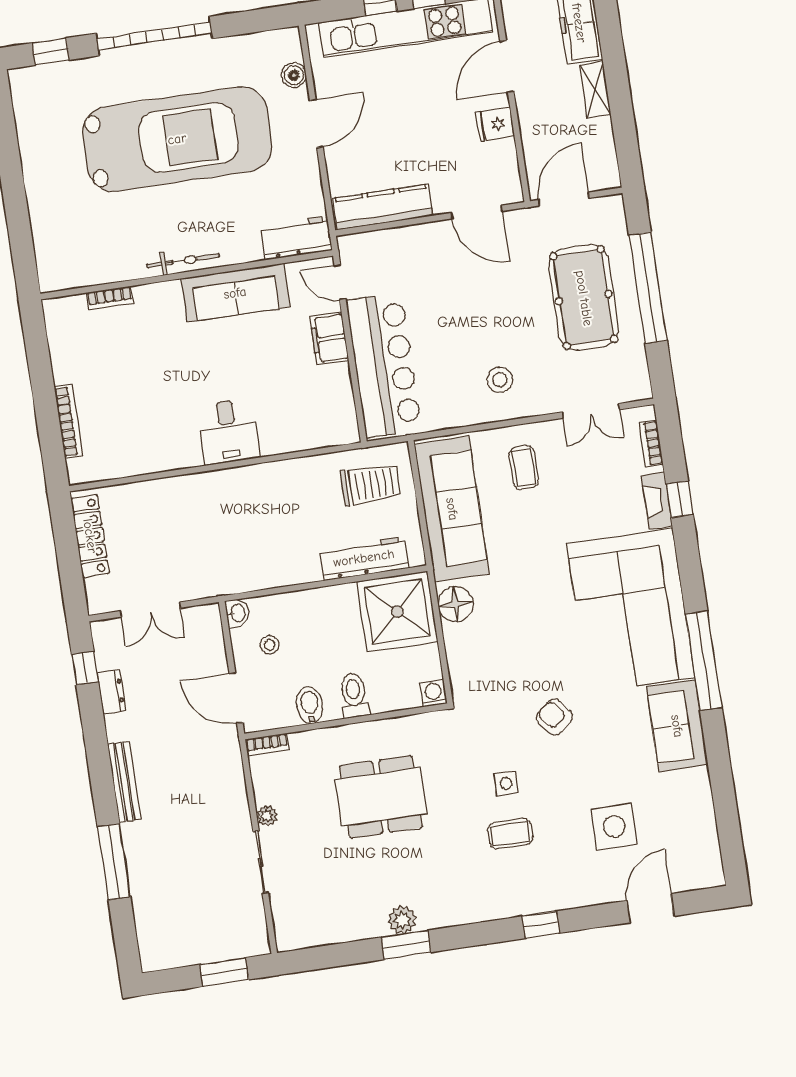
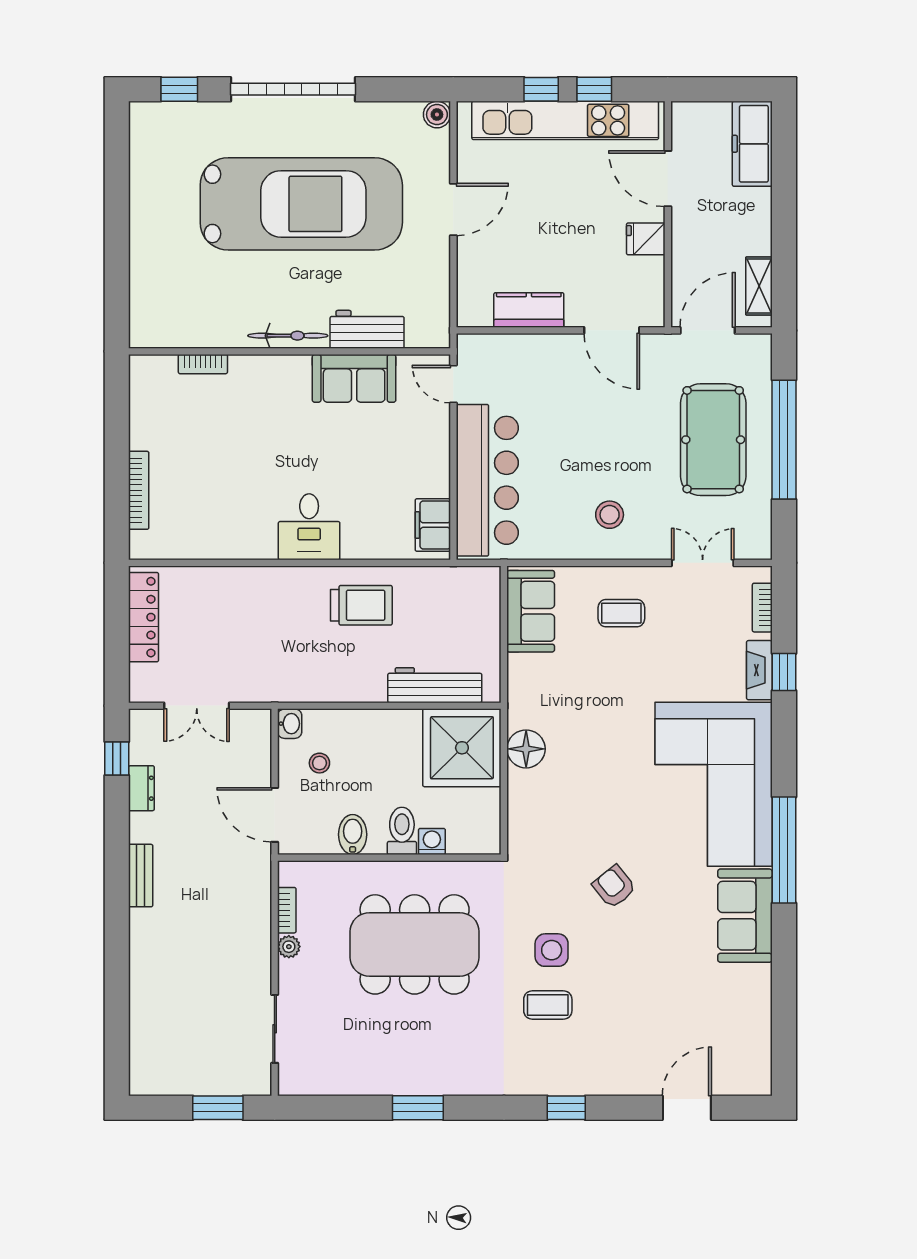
door: (507, 67) -> (668, 179), hinge flipped
boiler: (294, 75) -> (437, 115), moved
shelving: (595, 90) -> (759, 286), moved
kitchen counter: (383, 207) -> (529, 310), width x0.67
workbench: (296, 238) -> (367, 329), moved
sofa: (235, 293) -> (354, 378), width x0.73
filing cabinet: (329, 338) -> (433, 525), moved
double door: (591, 411) -> (703, 563), swing flipped
coffee table: (524, 468) -> (621, 613), turned 90
trolley: (371, 484) -> (361, 605), moved
sofa: (452, 509) -> (531, 611), width x0.54, depth x0.79
washing machine: (433, 693) -> (432, 841), moved
bookcase: (267, 744) -> (287, 910), moved, turned -90
bench: (124, 782) -> (141, 876), width x0.73
side table: (506, 783) -> (552, 950), width x1.37, depth x1.37
dining table: (381, 797) -> (415, 944), width x1.36, depth x1.24
side table: (614, 826) -> (661, 1014), removed
window: (114, 862) -> (117, 971), removed
sliding door: (261, 862) -> (275, 1029), moved
plant: (402, 920) -> (418, 1080), removed

